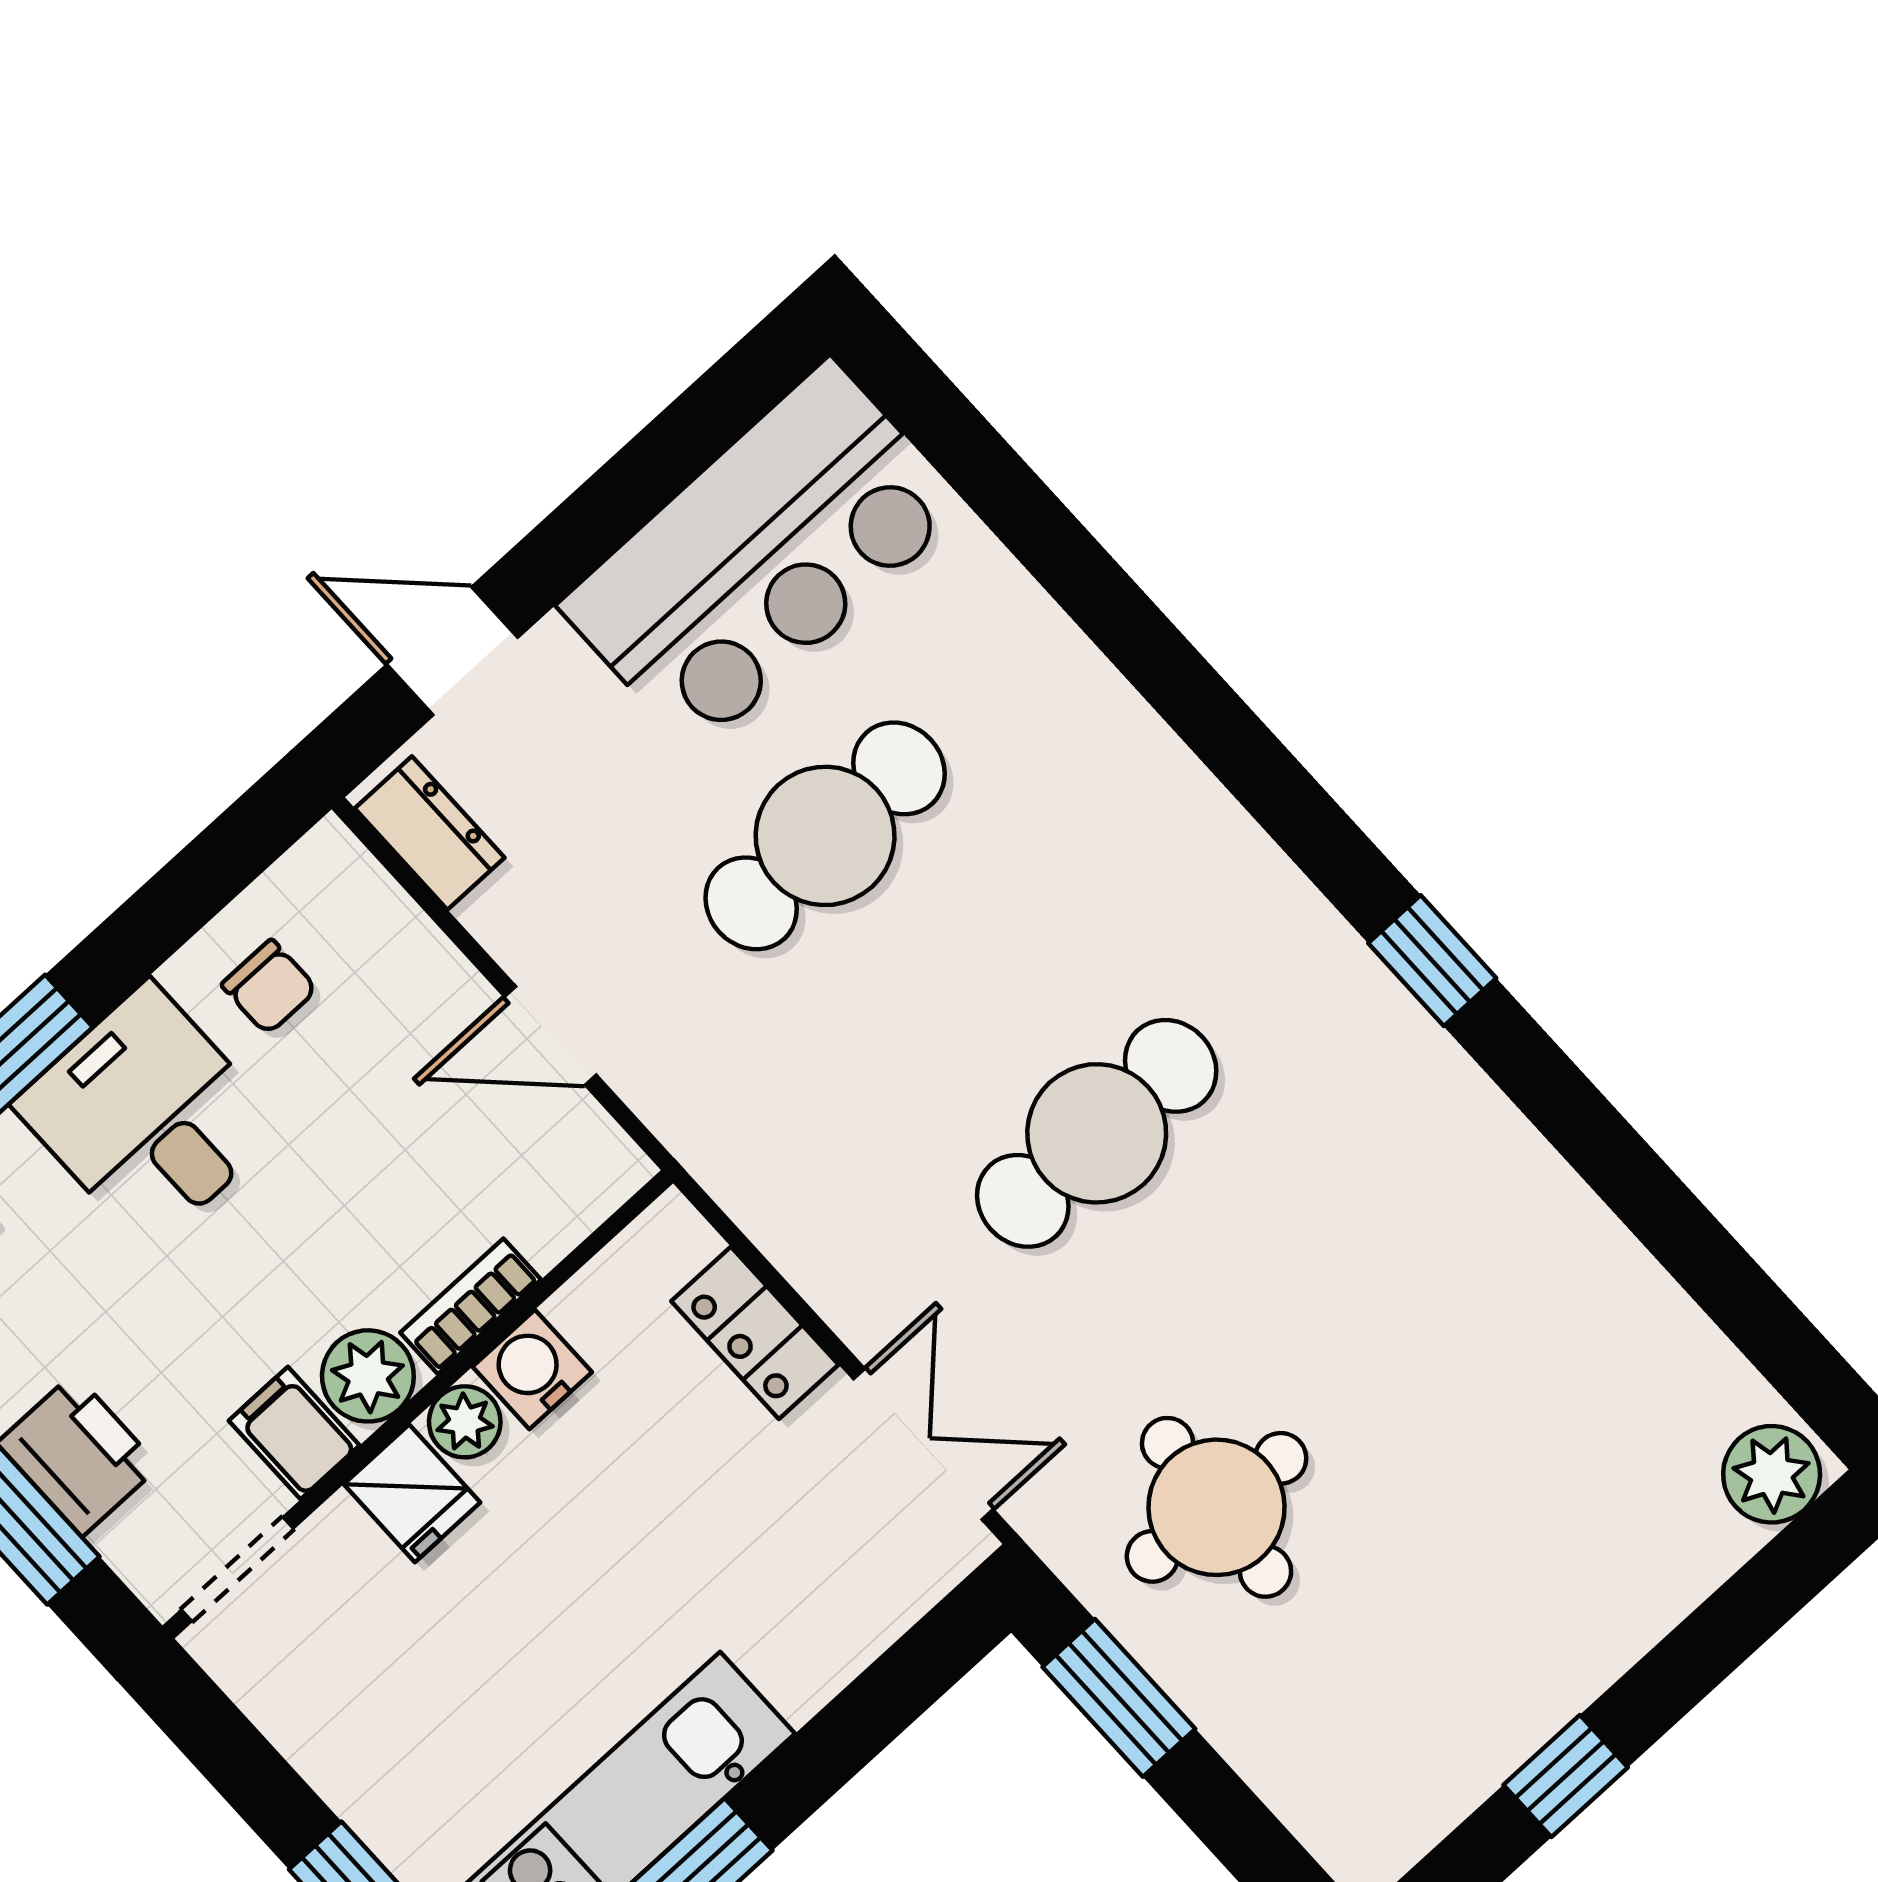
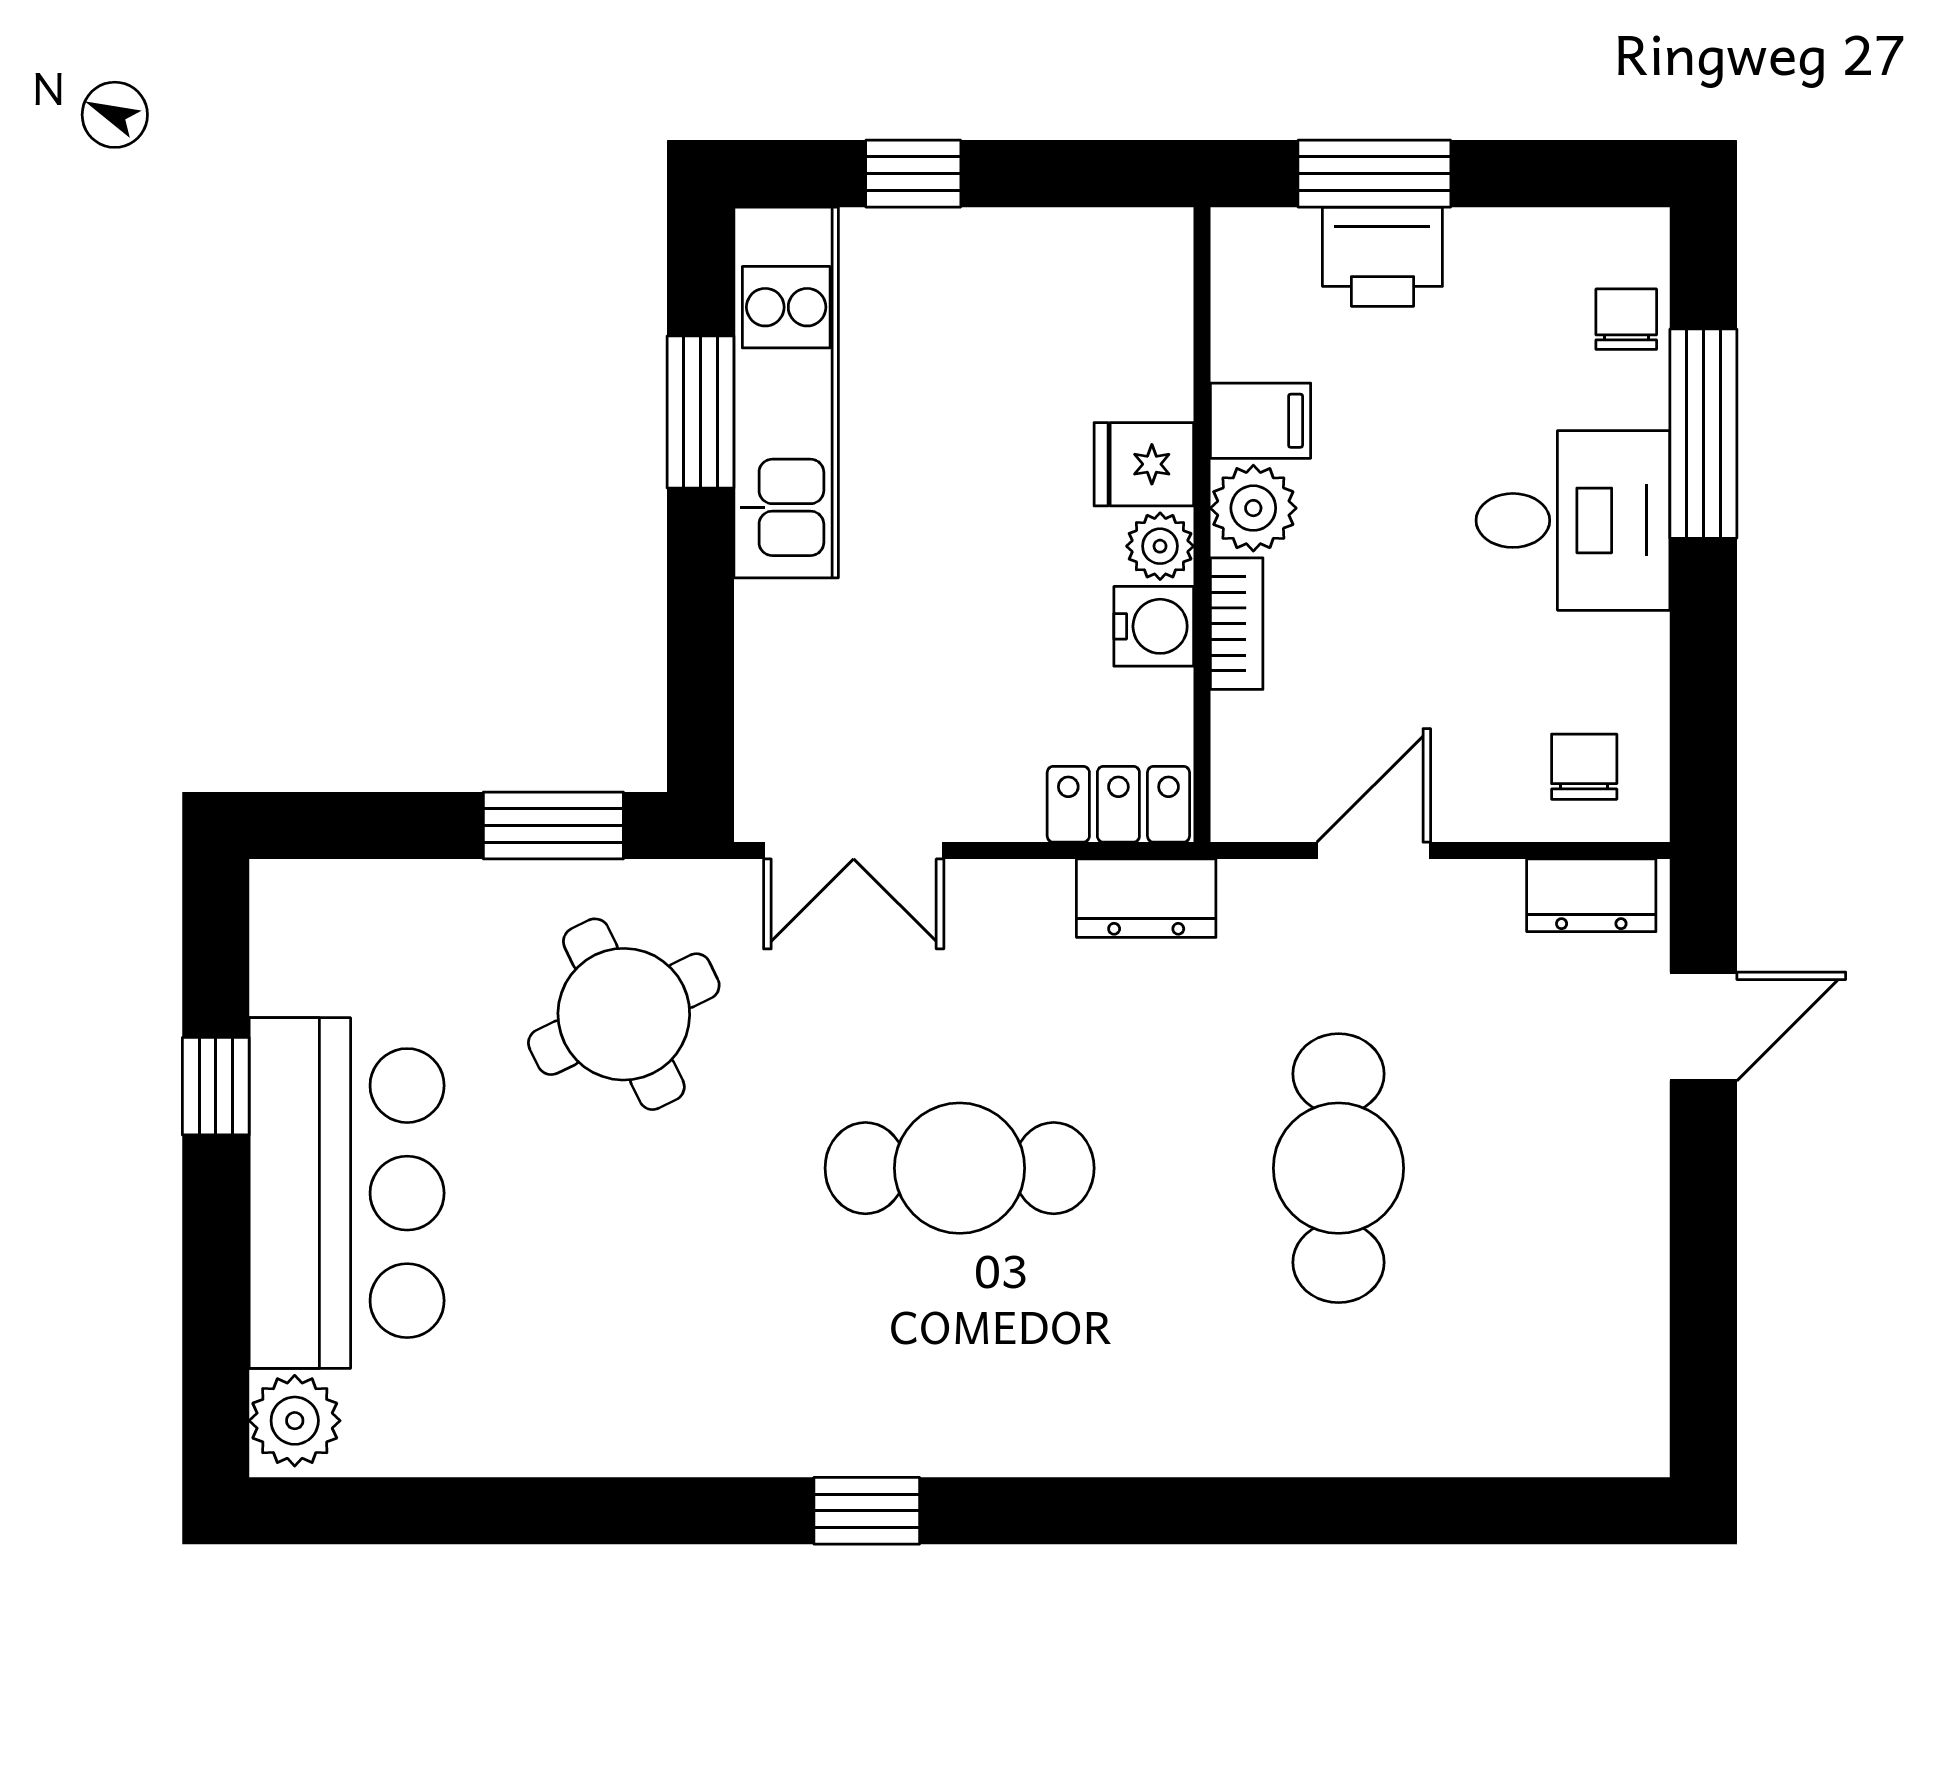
bar counter: (762, 556) -> (347, 1193), moved, turned 180
chair: (269, 987) -> (1584, 767), moved, turned 90
cafe table: (1097, 1133) -> (960, 1168), turned 90
dresser: (751, 1180) -> (1146, 898), added
locker: (755, 1333) -> (1118, 804), moved
round table: (1217, 1507) -> (624, 1014), turned -31
doorway: (237, 1569) -> (1202, 295), removed

